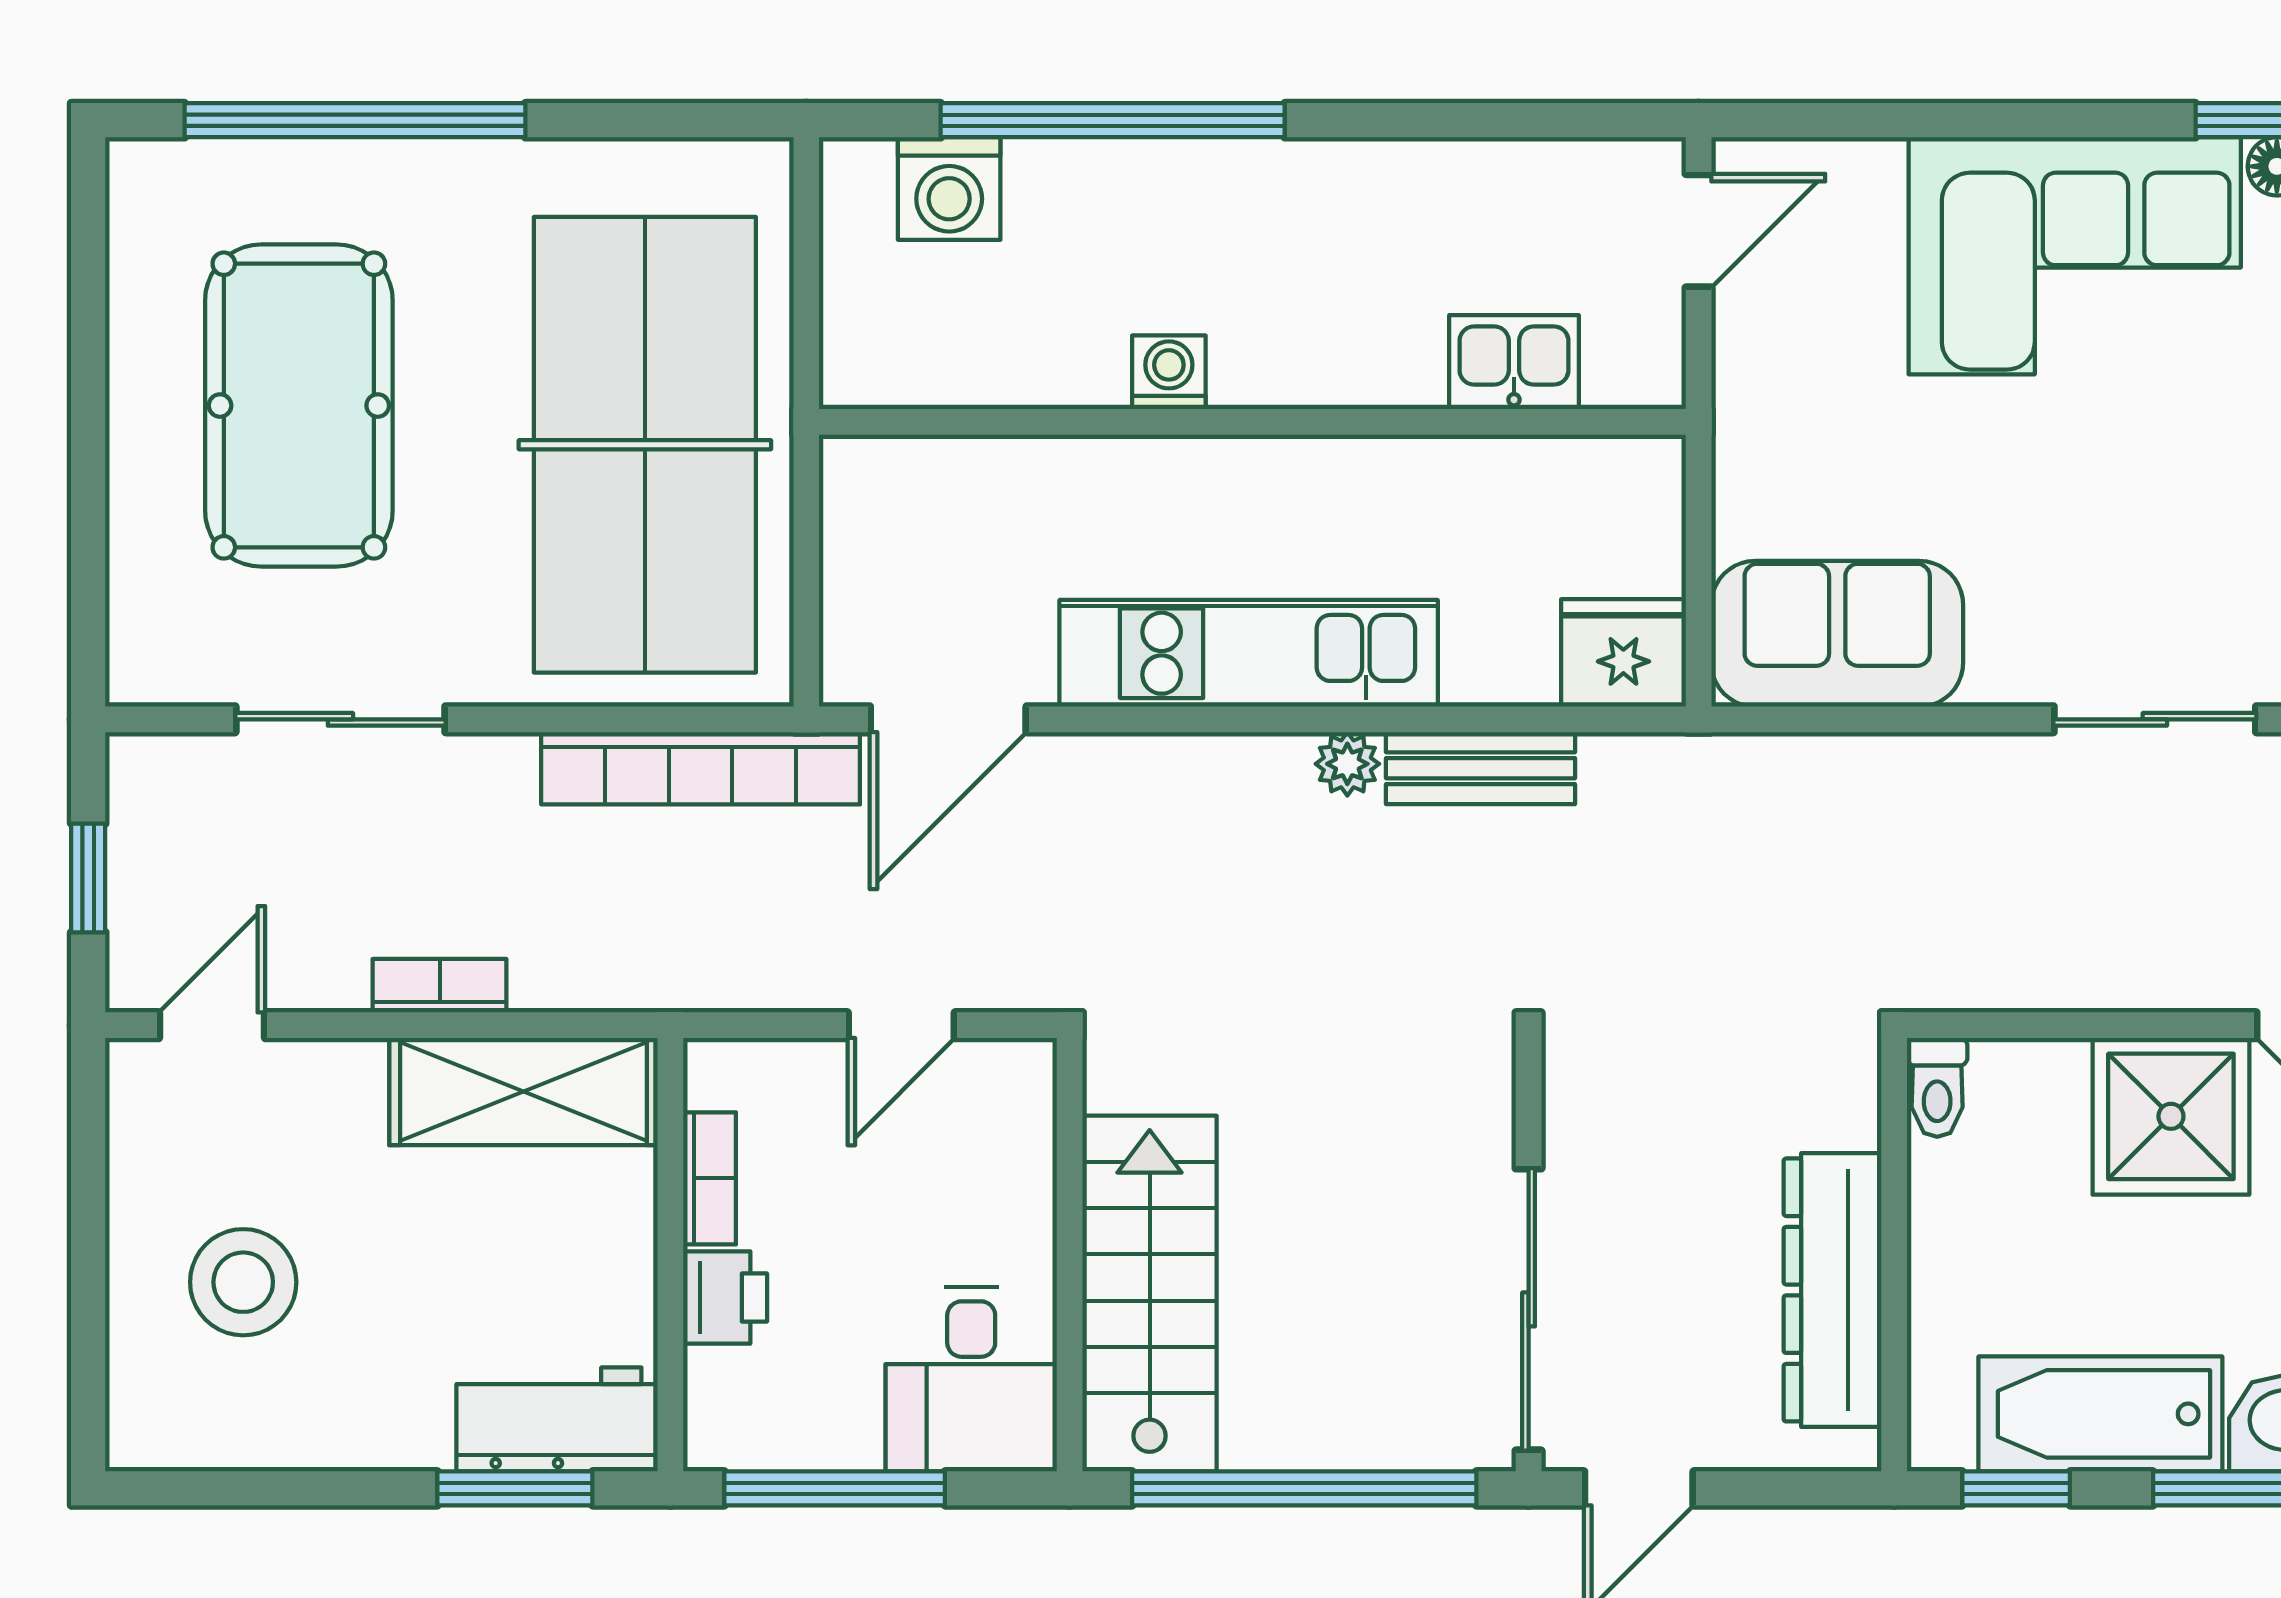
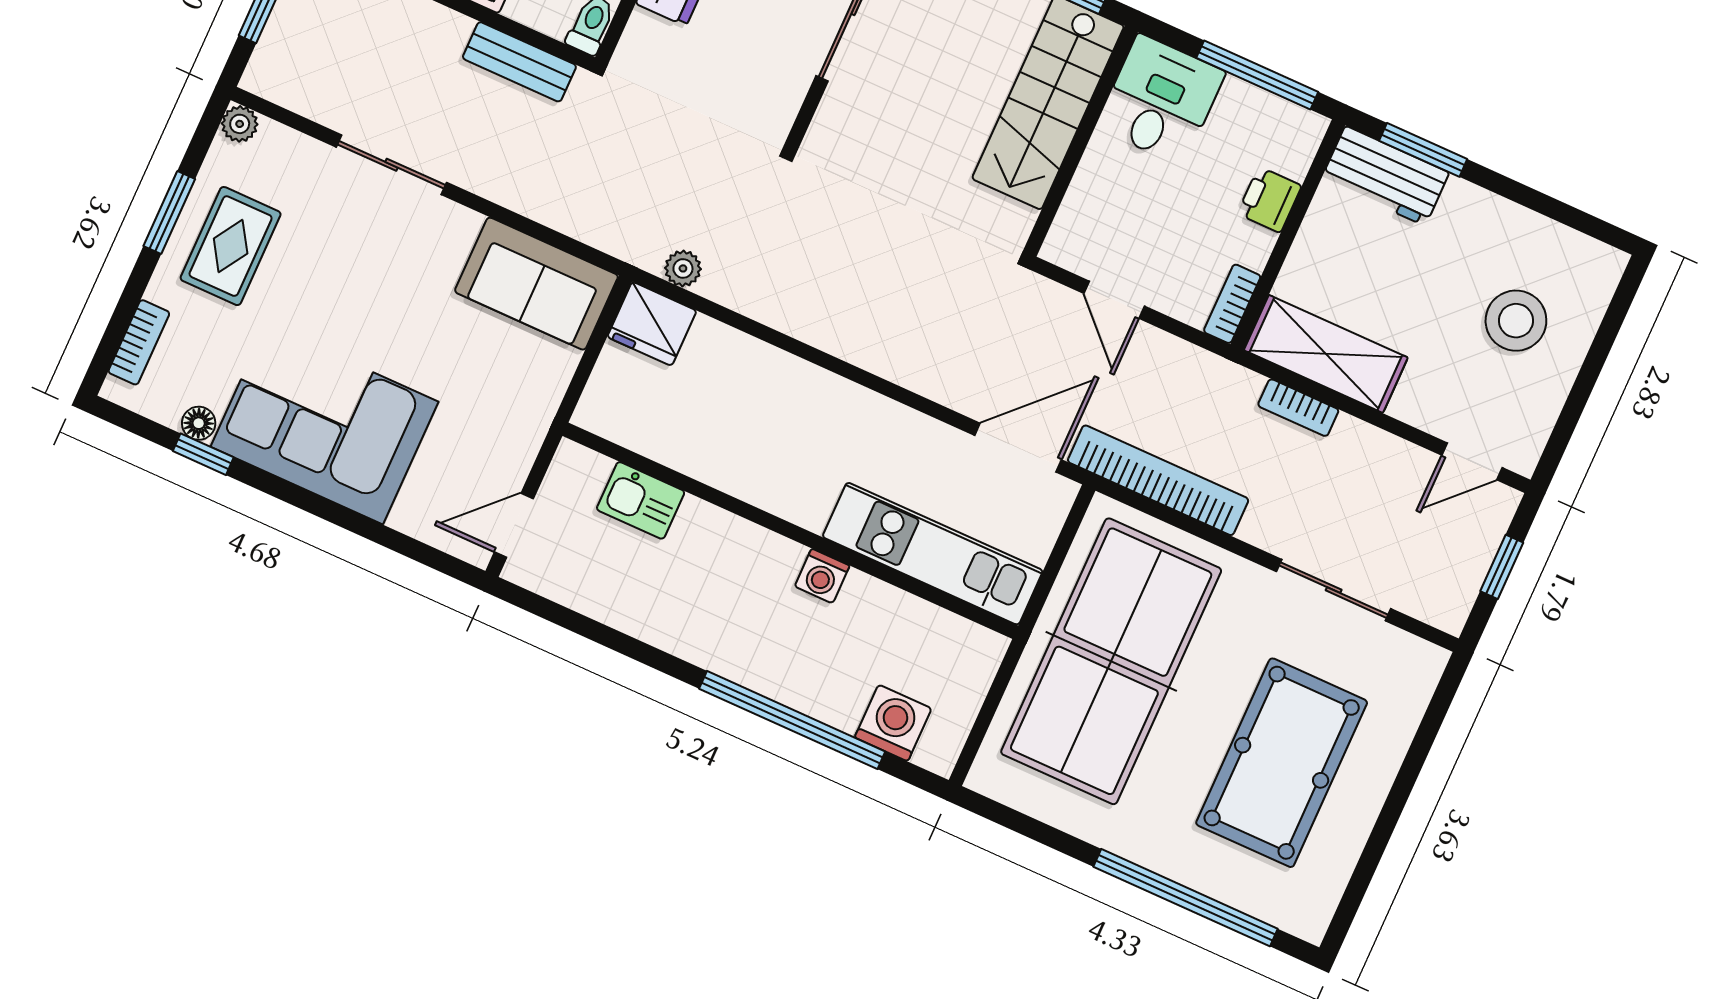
kitchen unit: (1249, 653) -> (933, 554), moved, turned 180
plant: (1347, 764) -> (683, 268), moved
bench: (1481, 768) -> (519, 62), moved
bookcase: (440, 986) -> (1298, 408), moved
door: (901, 1025) -> (1114, 300), swing flipped
bookcase: (709, 1178) -> (1232, 304), moved

